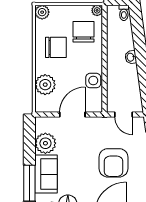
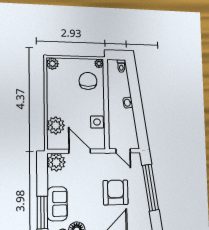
chair: (56, 47) -> (65, 94), removed
door: (72, 115) -> (80, 151), hinge flipped
plant: (45, 143) -> (56, 162), moved
armchair: (113, 163) -> (116, 192), turned 180

